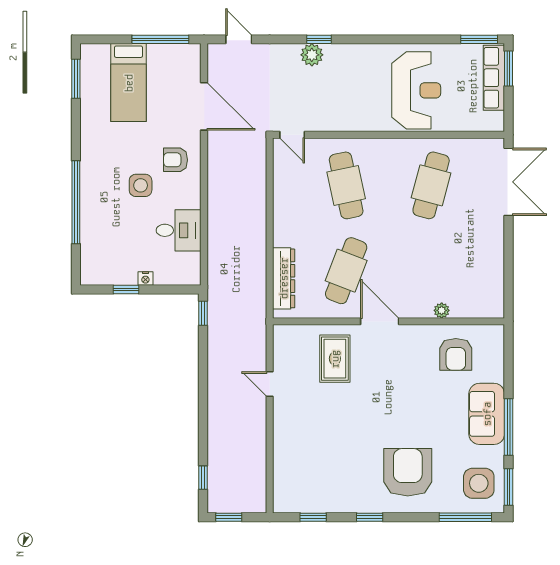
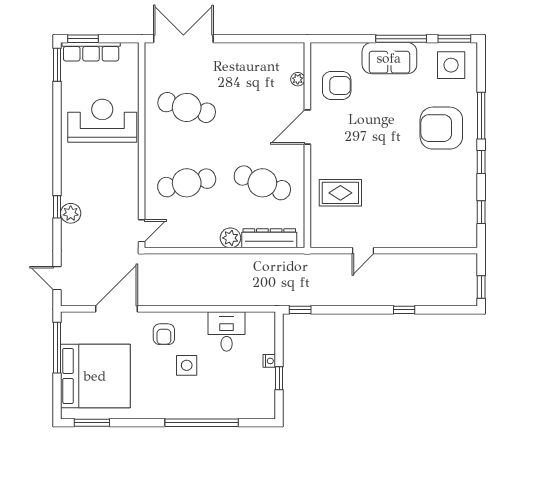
door: (239, 39) -> (57, 278), hinge flipped
bed: (129, 83) -> (95, 376), width x2.04
plant: (284, 235) -> (230, 238), added
plant: (442, 310) -> (298, 79), moved
door: (380, 321) -> (307, 127), moved
window: (203, 478) -> (404, 310), moved
window: (465, 517) -> (481, 116), moved

